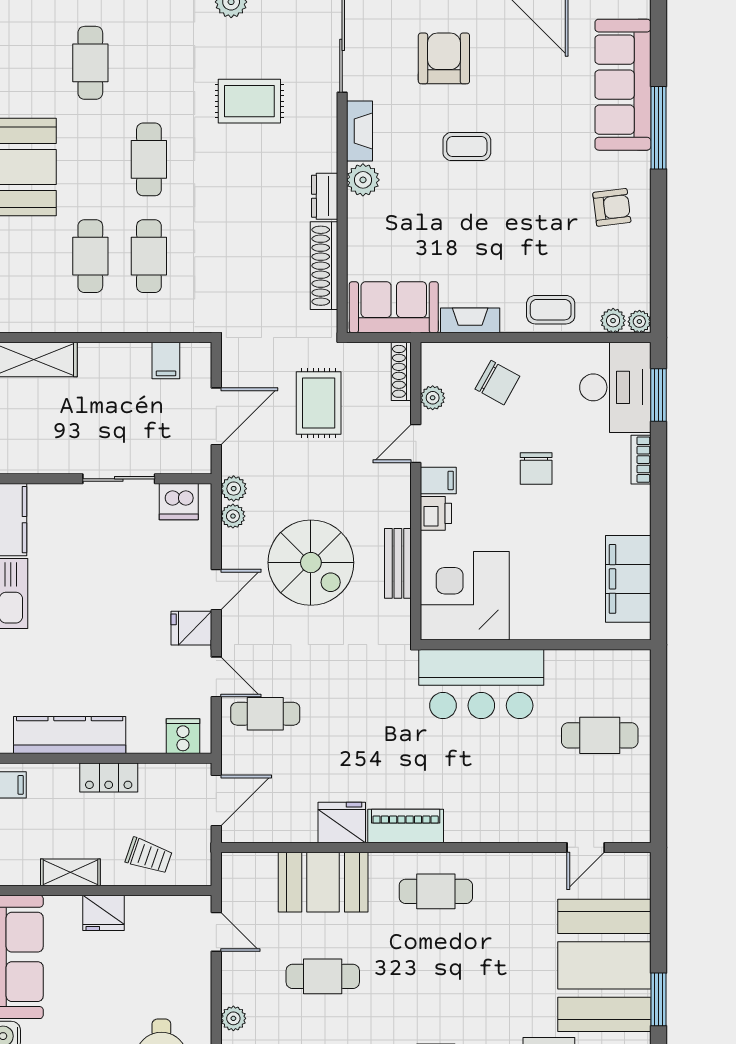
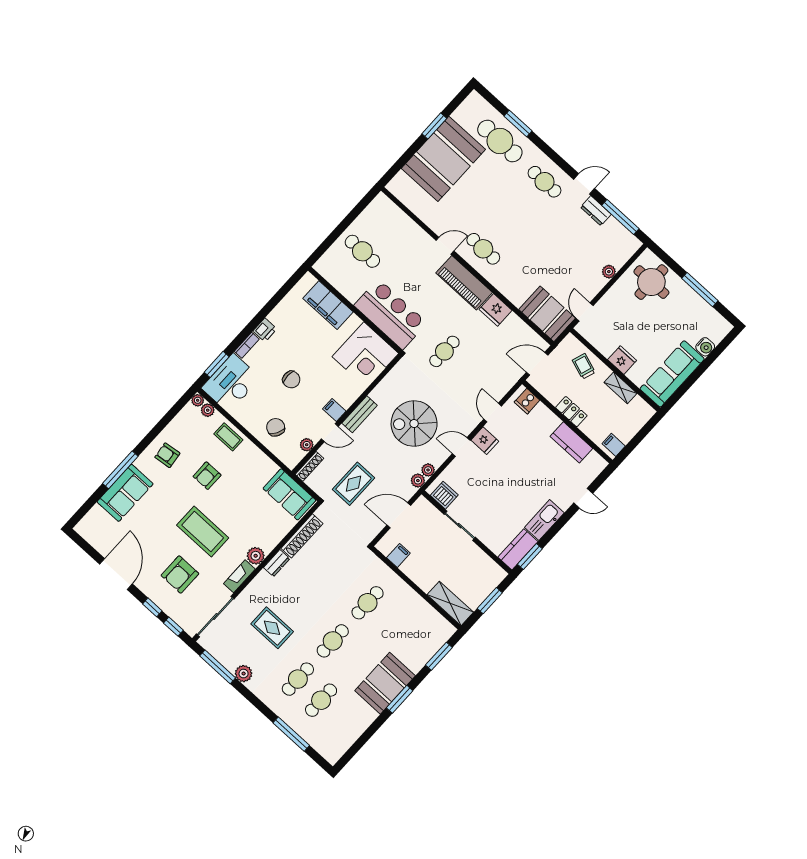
sofa: (623, 85) -> (125, 493), width x0.73
coffee table: (467, 146) -> (203, 532), width x1.86, depth x1.72
armchair: (531, 229) -> (207, 476), added
cafe table: (90, 256) -> (298, 679), moved
fireplace: (470, 320) -> (264, 462), removed
chair: (536, 468) -> (291, 380), turned 90
printer: (436, 513) -> (265, 330), moved, turned 180
spiral stairs: (311, 563) -> (414, 424), turned -90
bench: (398, 563) -> (360, 414), moved
filing cabinet: (628, 579) -> (328, 305), moved, turned 90
cafe table: (265, 714) -> (444, 351), moved, turned 90
kitchen counter: (70, 735) -> (571, 442), width x0.67
piano: (406, 826) -> (464, 283), width x1.37, depth x1.33
door: (586, 847) -> (445, 246), moved
booth: (323, 882) -> (547, 314), moved
cafe table: (323, 976) -> (558, 256), removed

